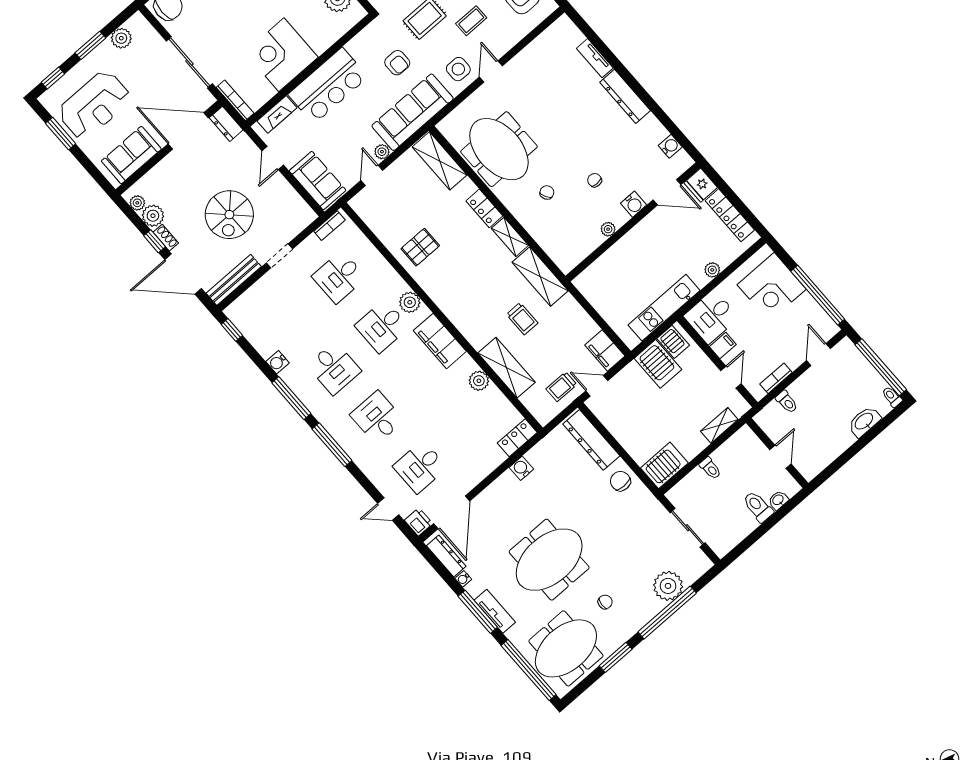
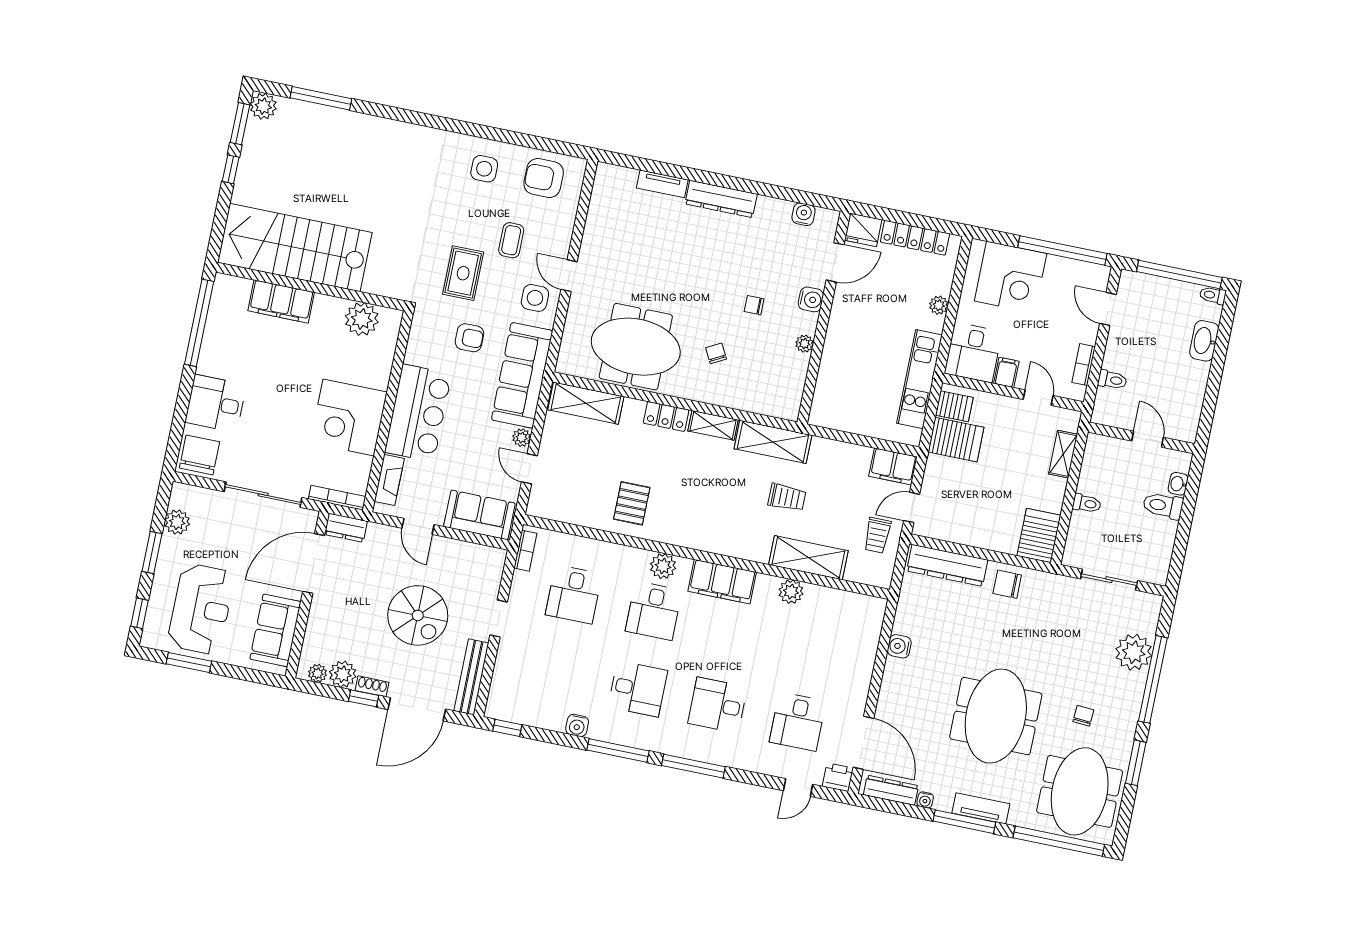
locker: (517, 438) -> (872, 619), removed

